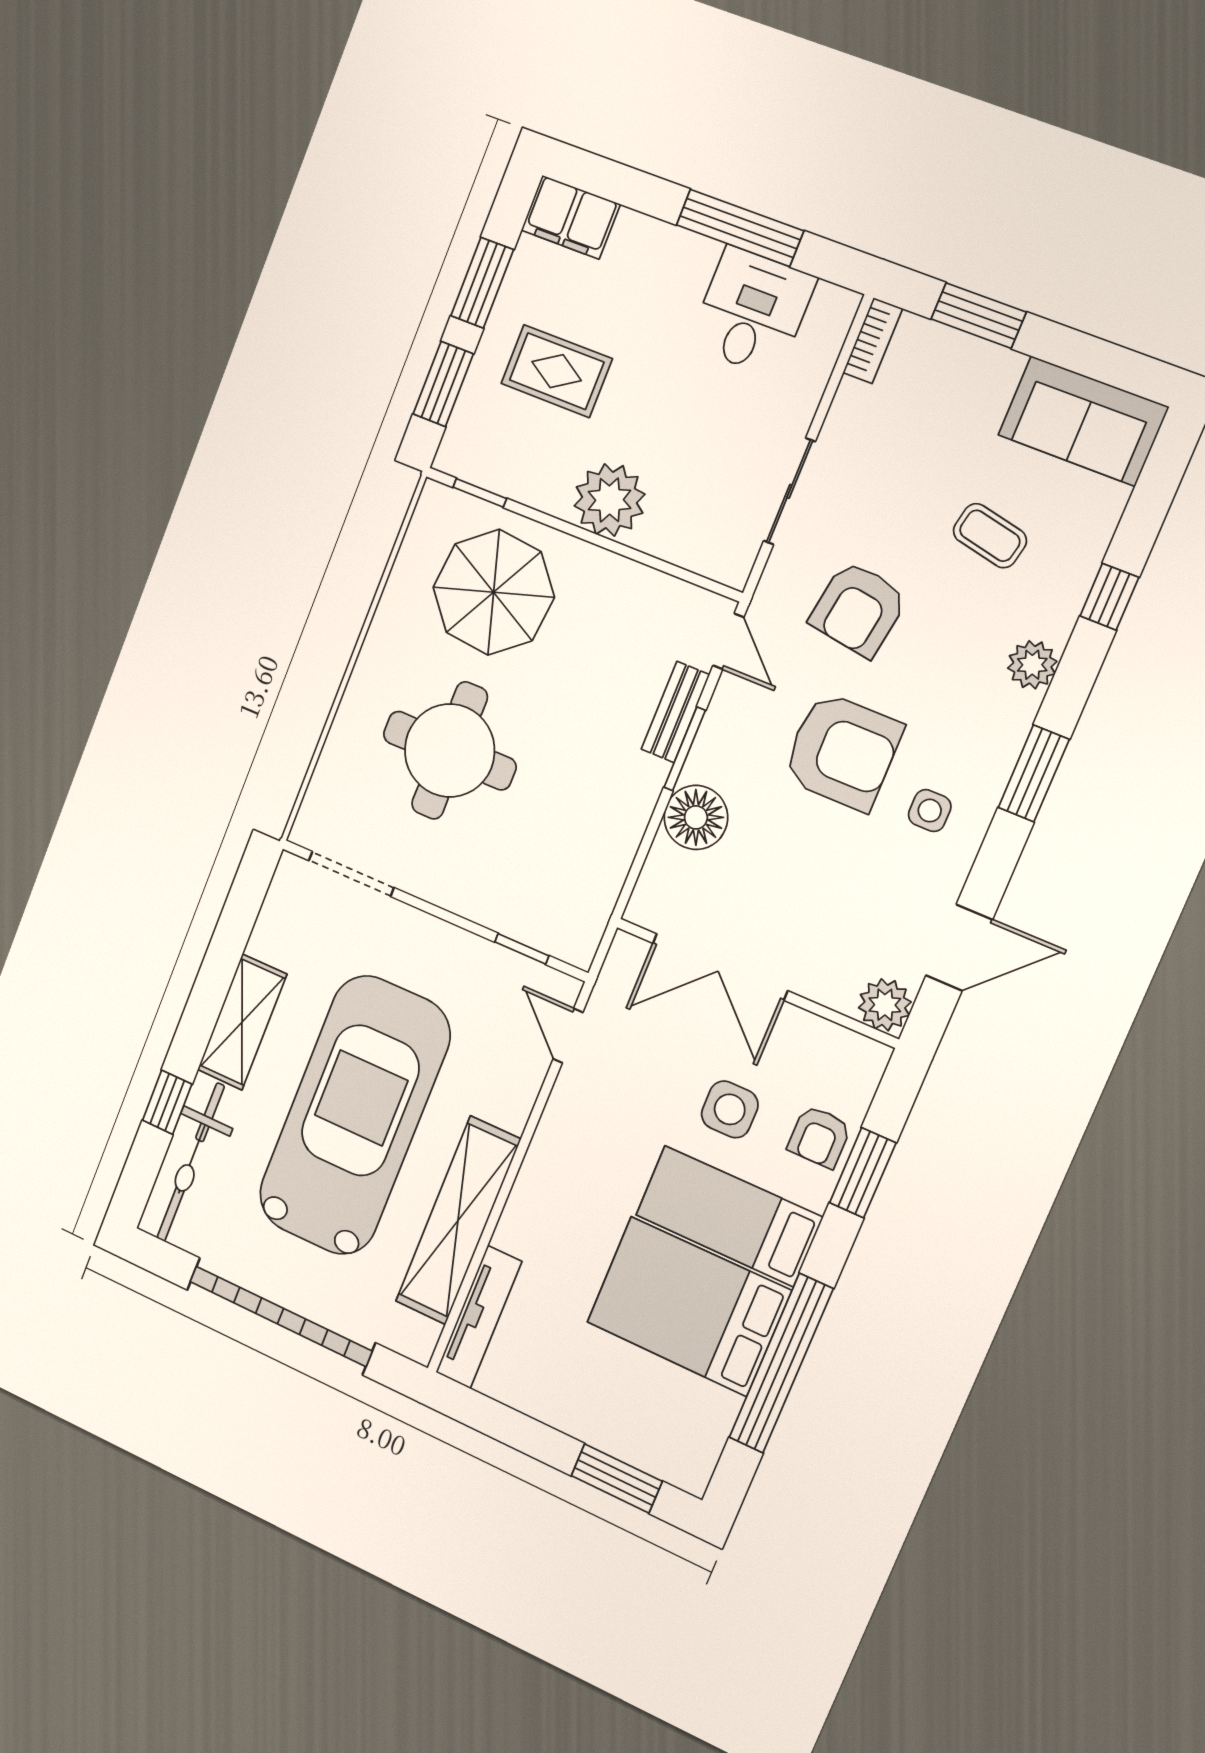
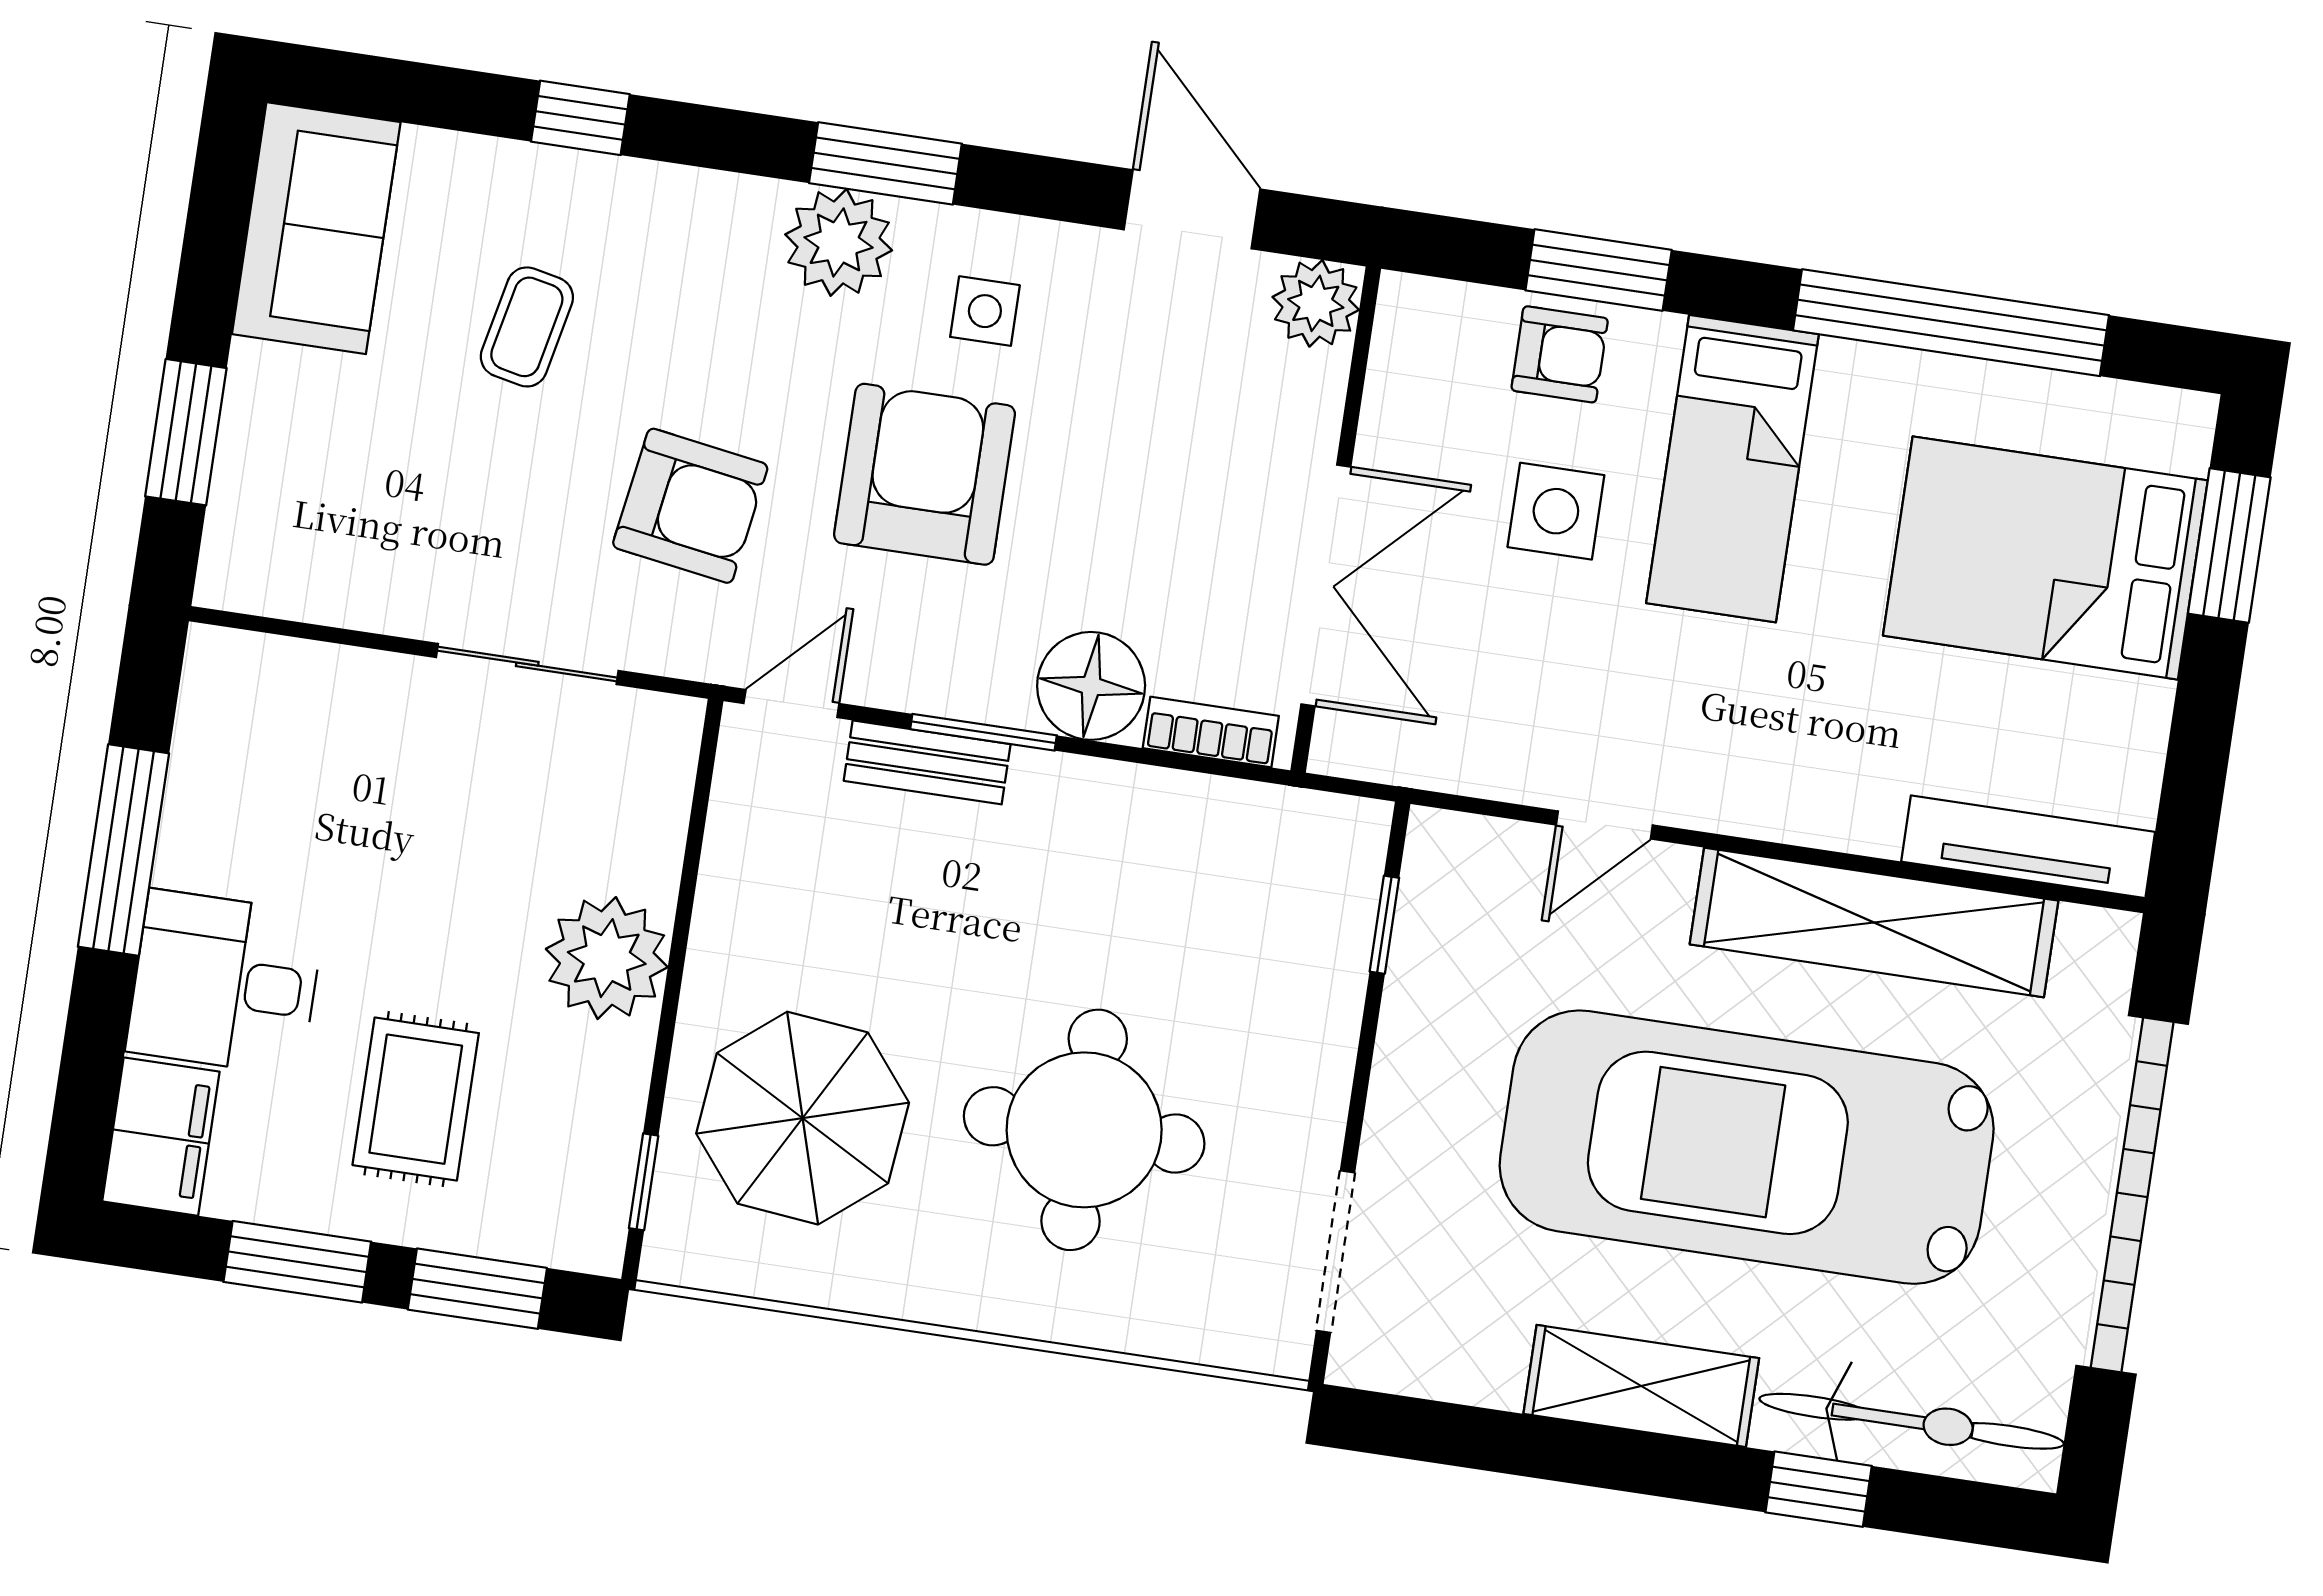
desk: (752, 312) -> (225, 983), moved
bookcase: (873, 341) -> (1211, 732), moved
plant: (1032, 665) -> (839, 242), moved, width x1.36, depth x1.36
door: (568, 1036) -> (1604, 825), moved
bed: (689, 1306) -> (2045, 558), moved, turned 90

